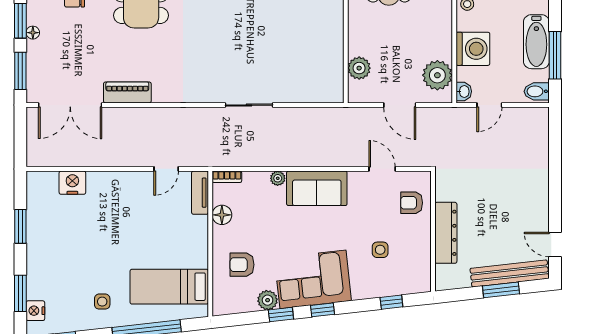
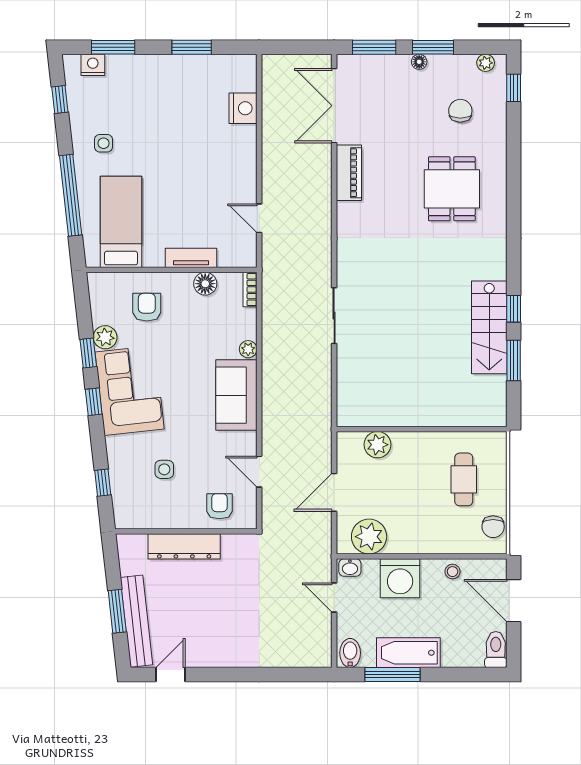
door: (382, 169) -> (259, 472), swing flipped
tv unit: (200, 193) -> (191, 258), moved

